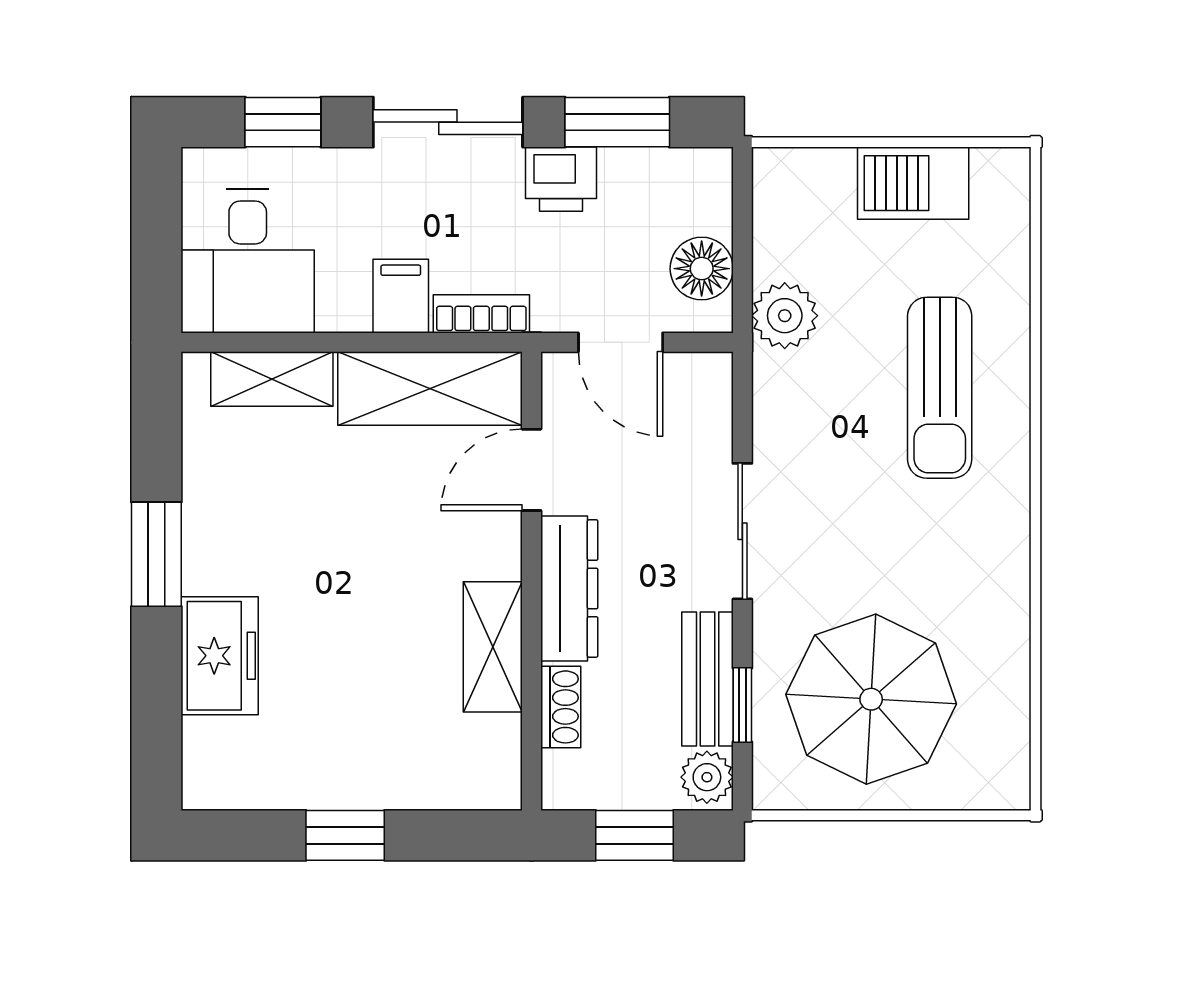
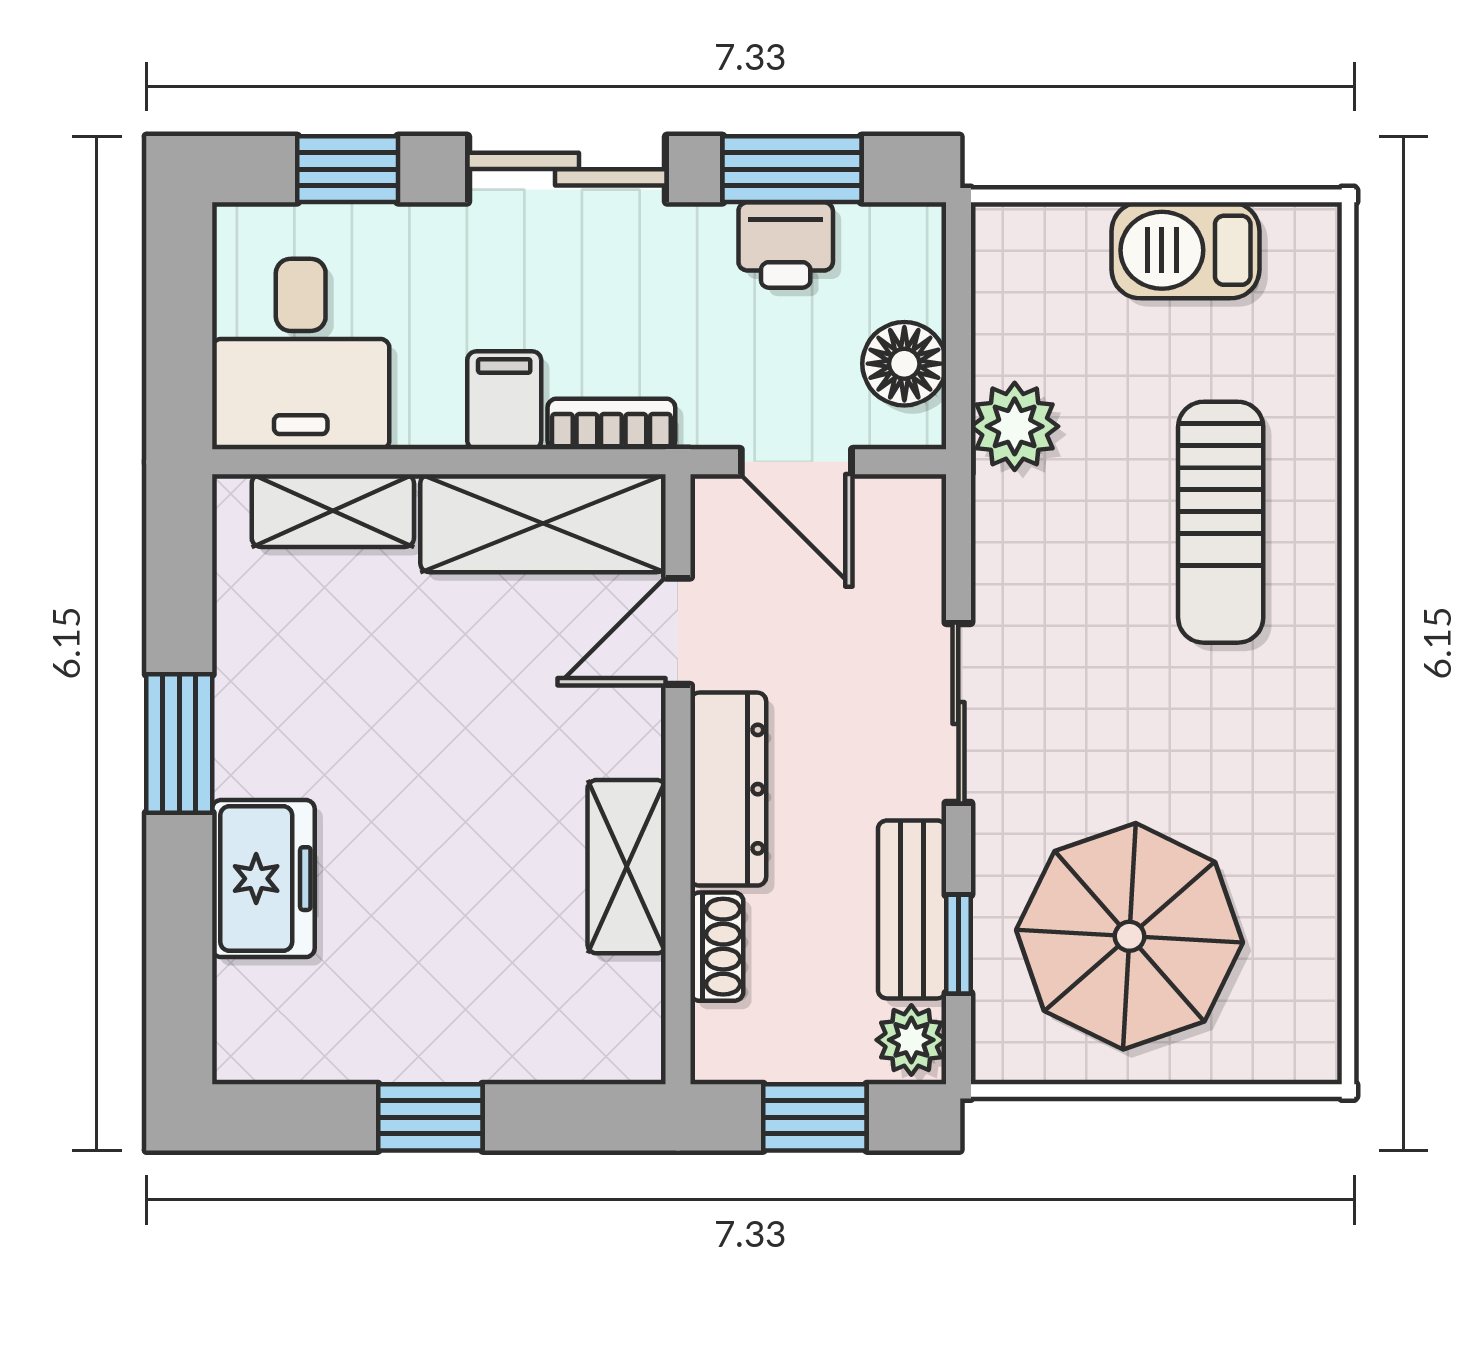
printer: (561, 179) -> (786, 245), moved

